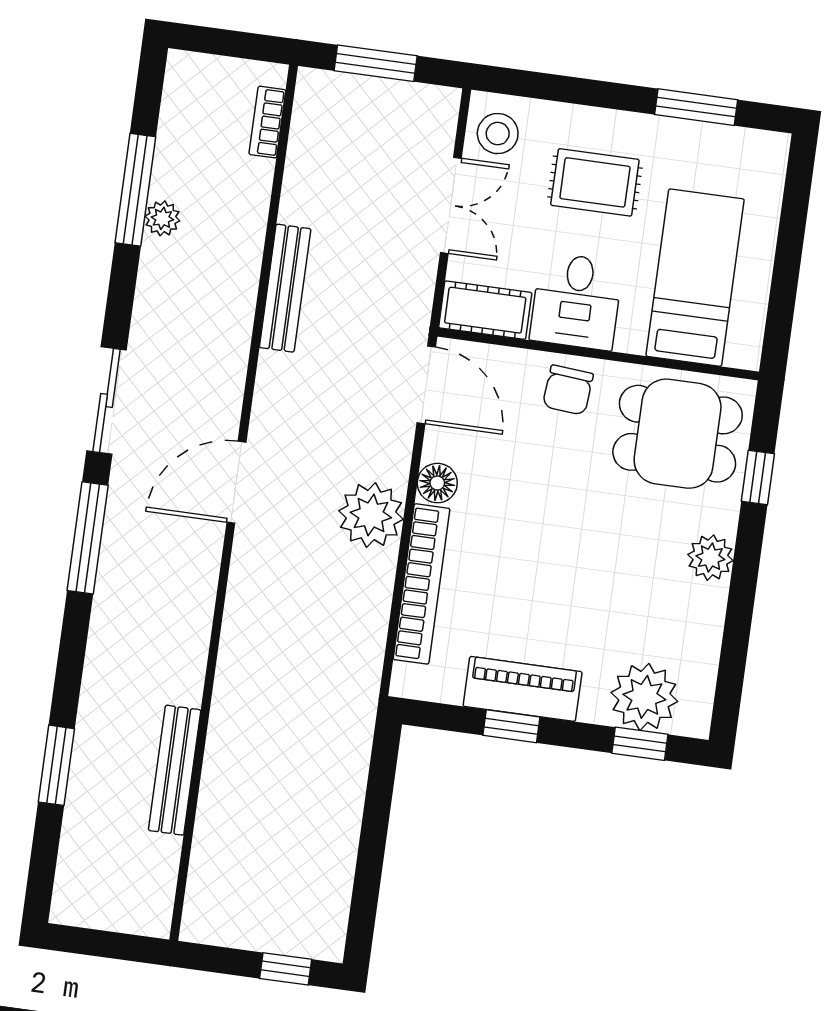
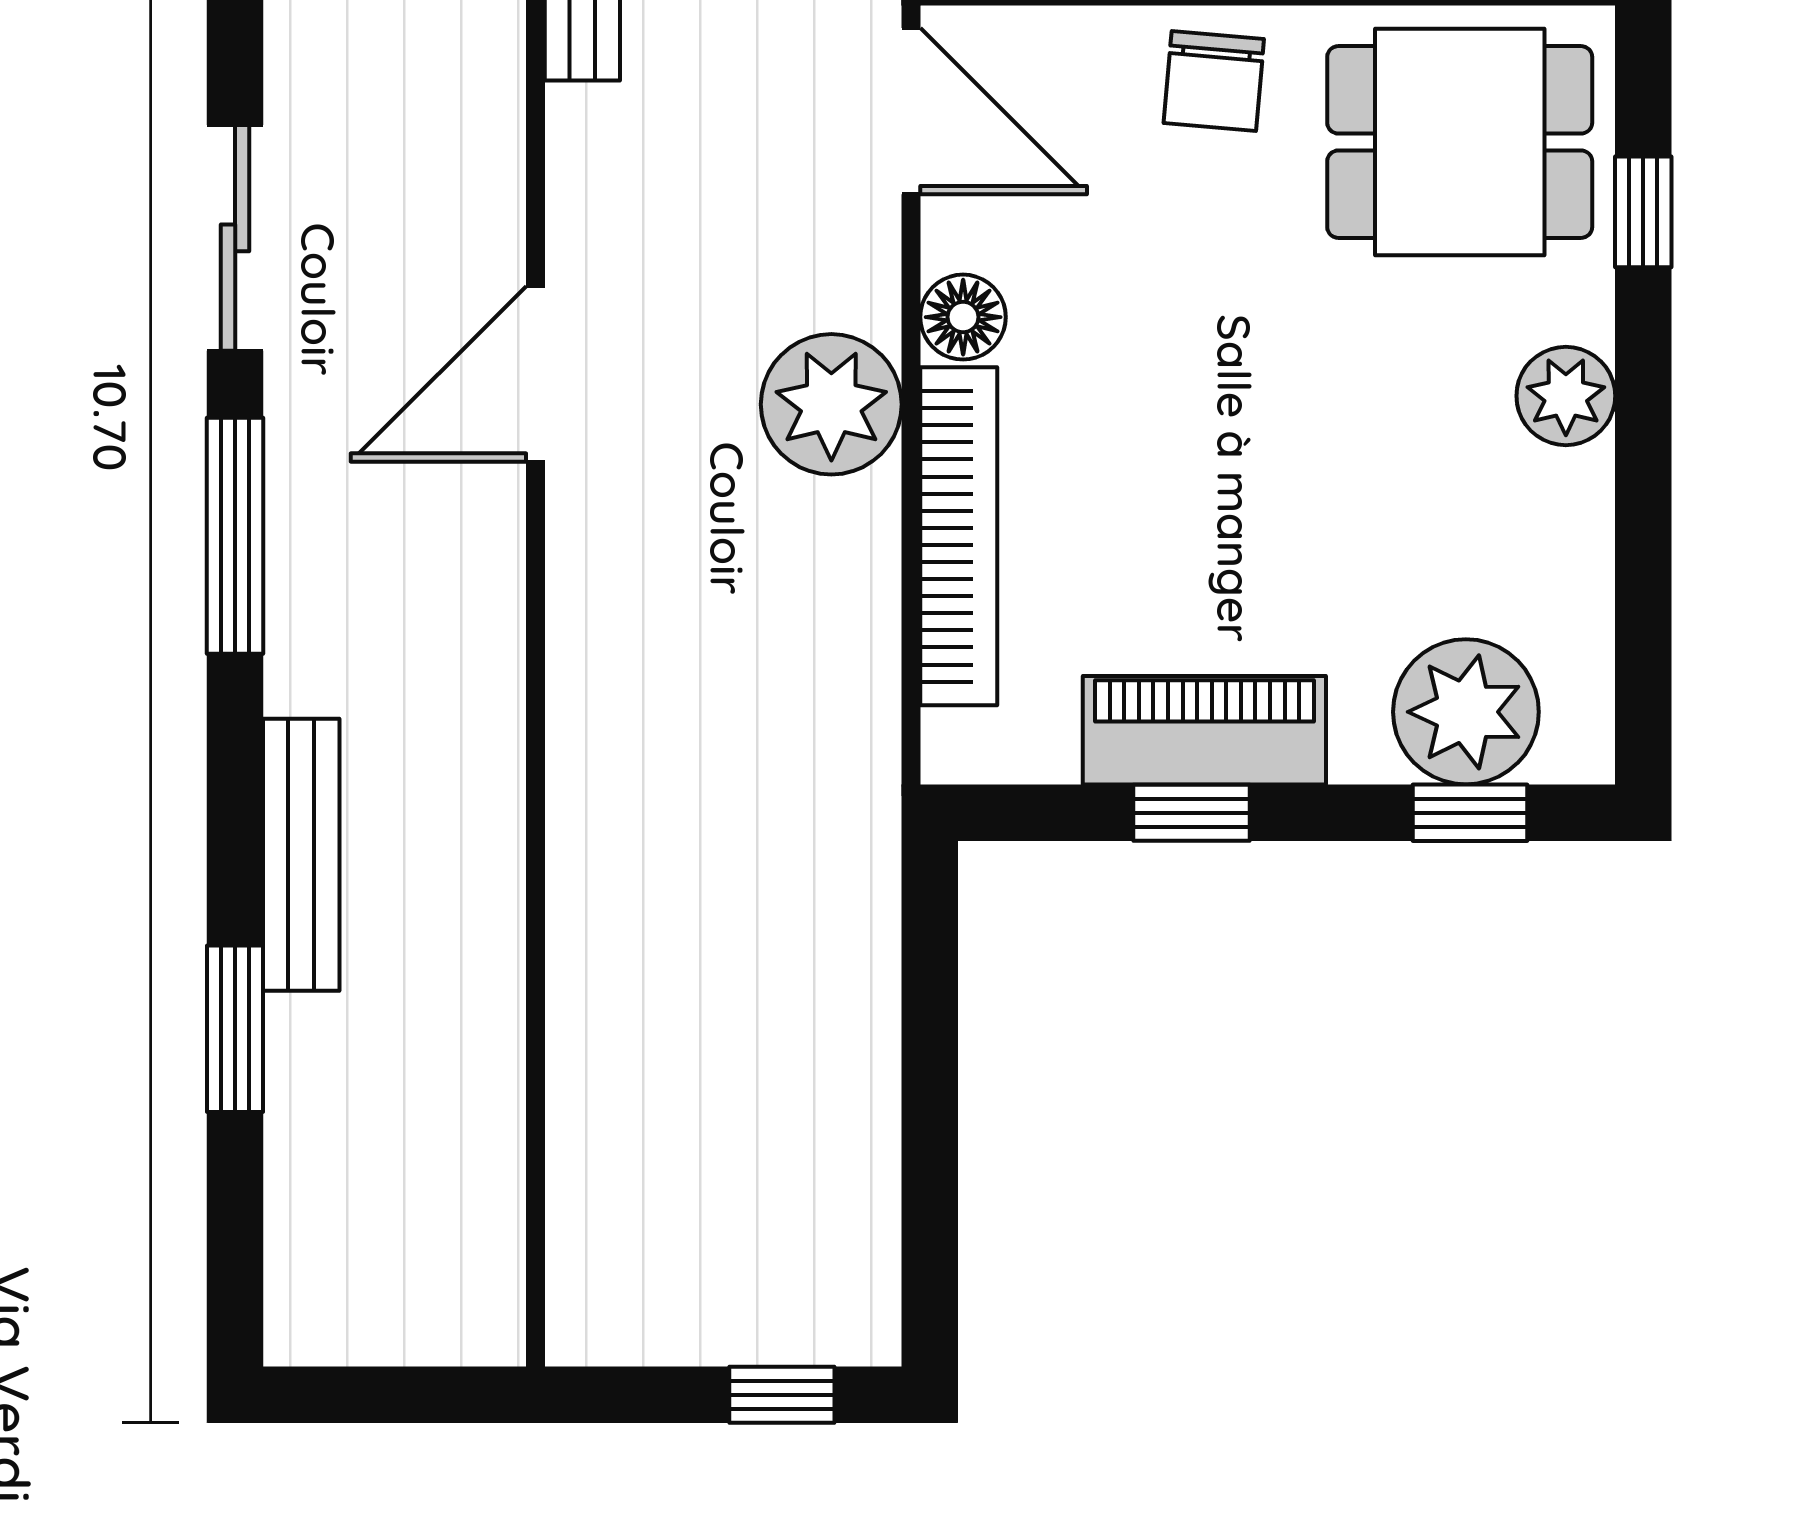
bench: (175, 770) -> (301, 855), moved

